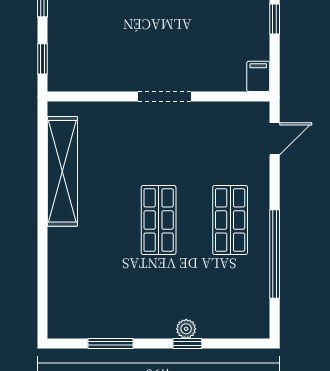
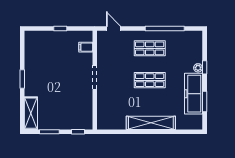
filing cabinet: (258, 76) -> (86, 47), moved
shelving: (62, 171) -> (151, 123), moved
freezer: (128, 319) -> (194, 94), added

